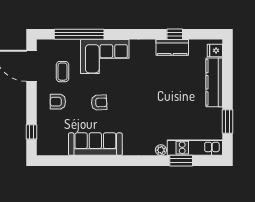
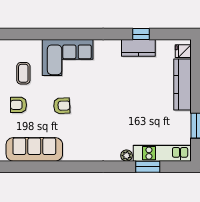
window: (79, 34) -> (41, 34), removed
sofa: (95, 144) -> (34, 149), moved

